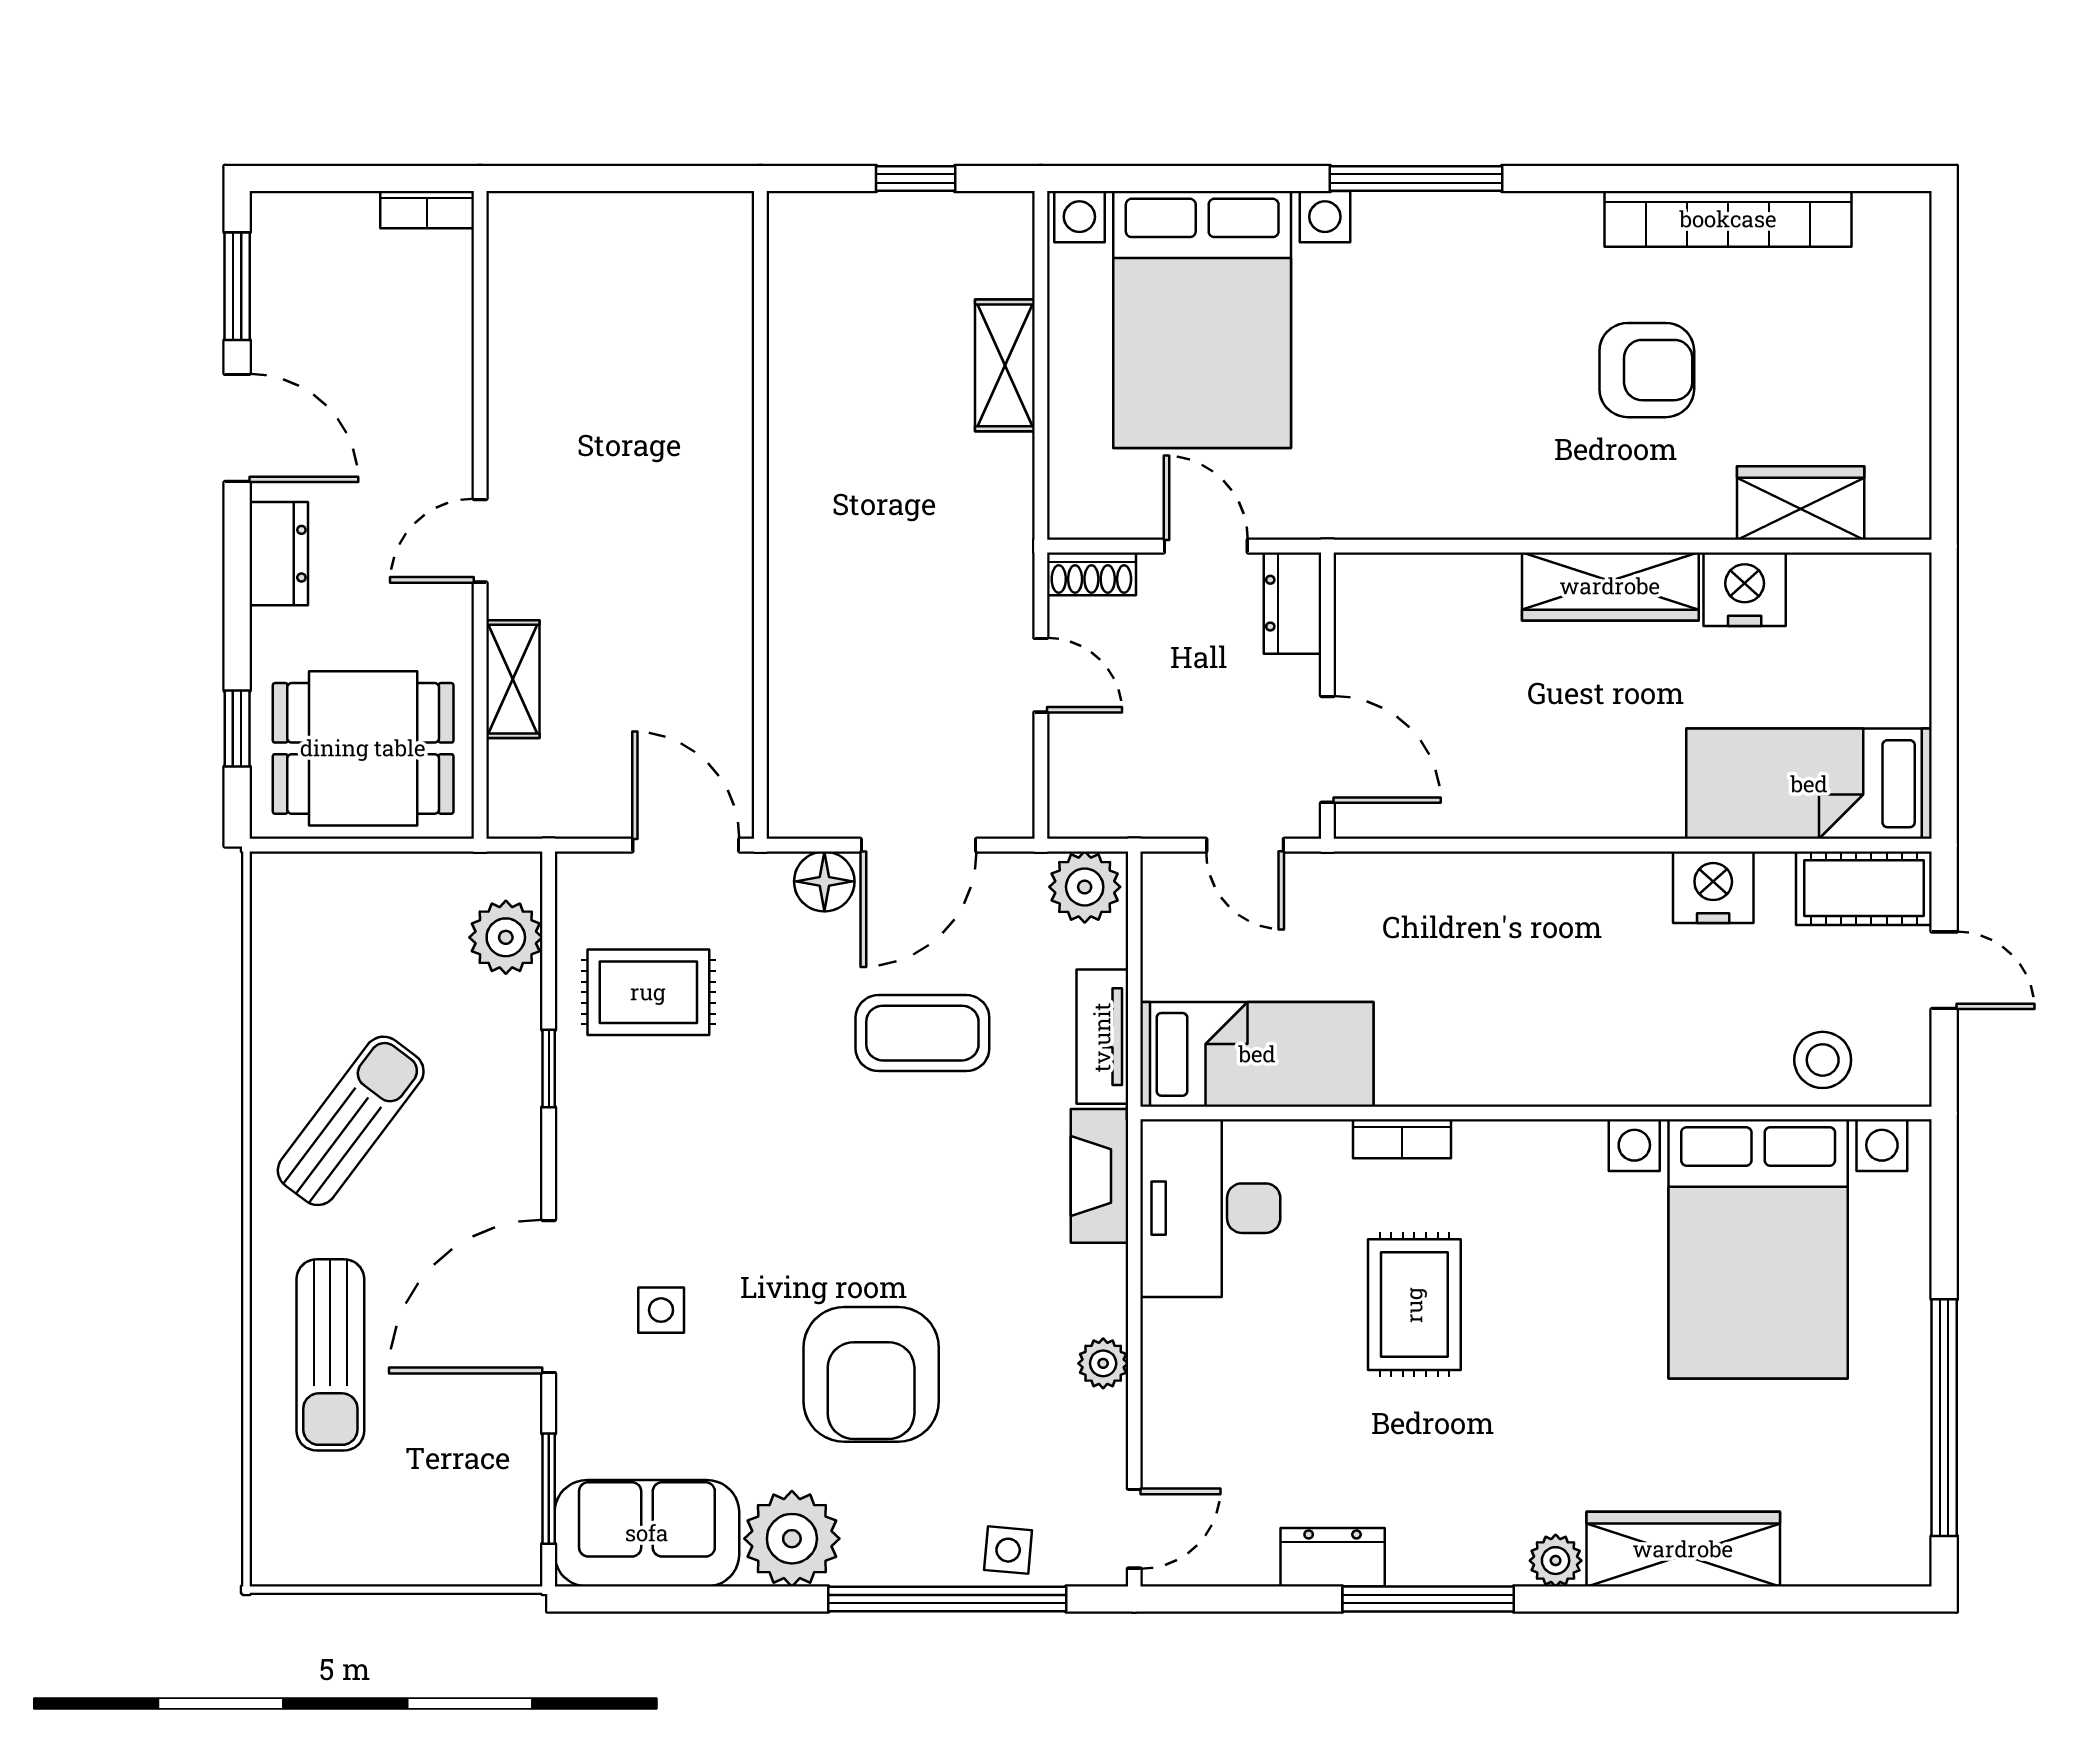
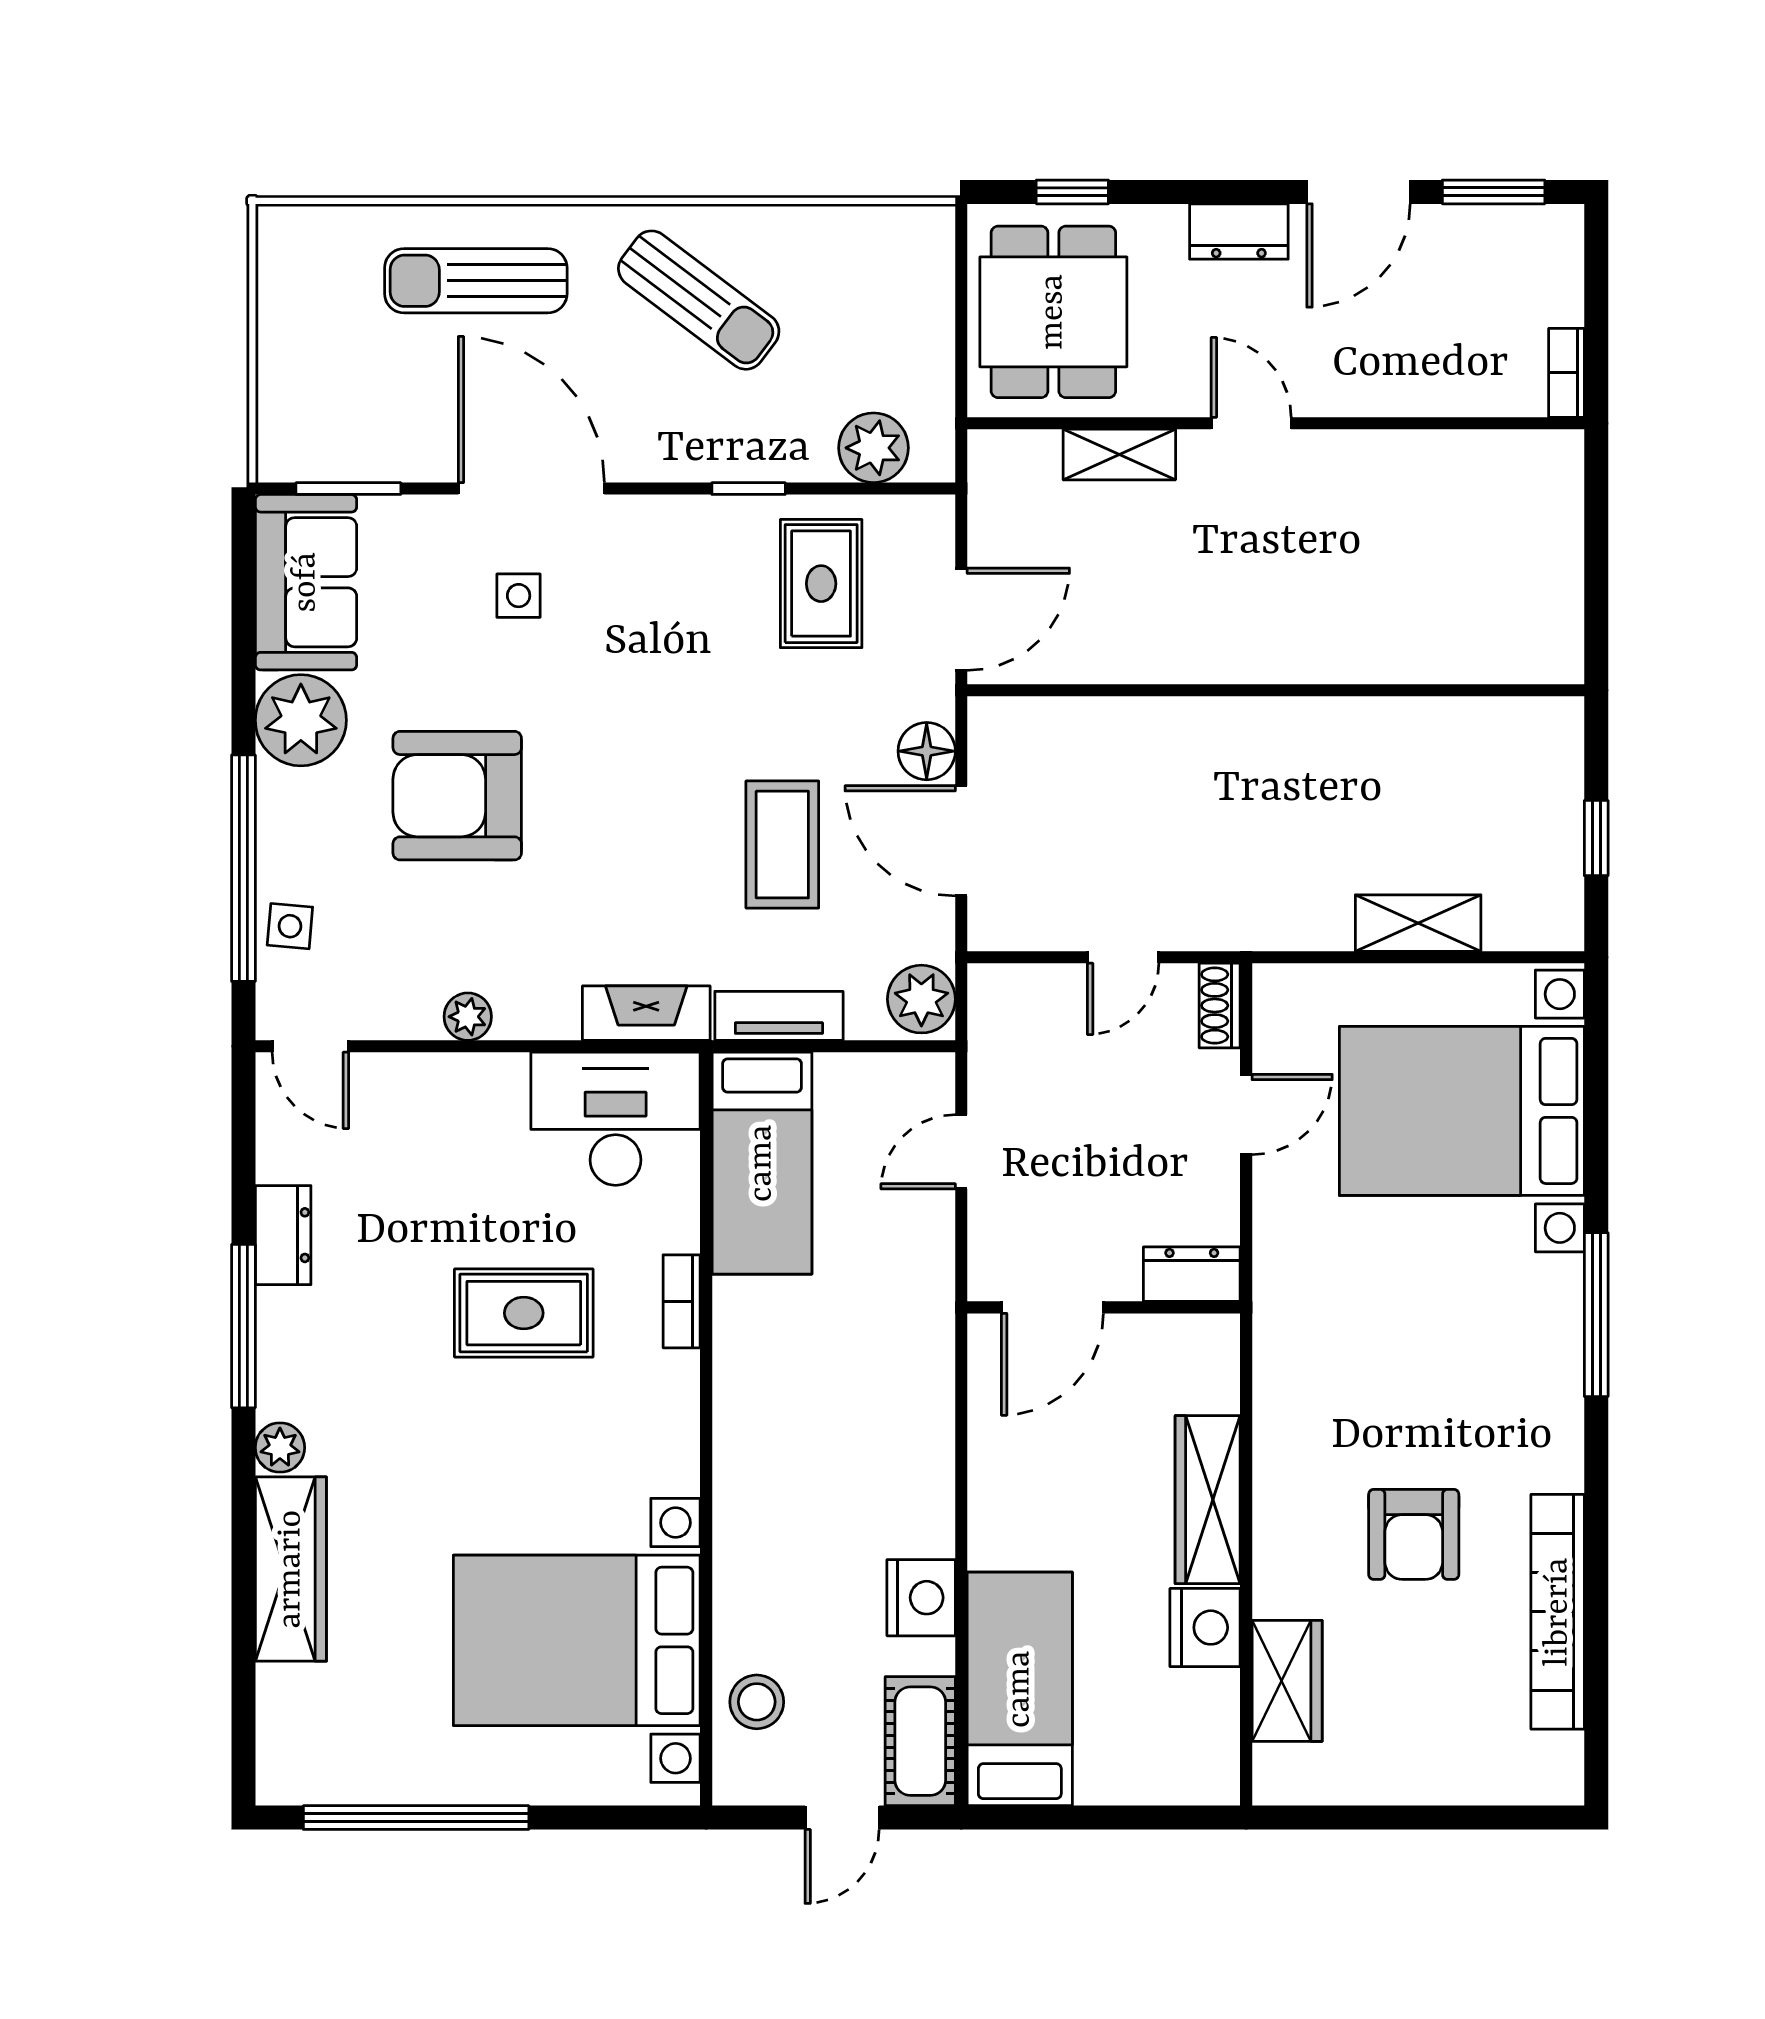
dresser: (1293, 603) -> (1192, 1274), moved
wall: (1327, 696) -> (1104, 1307), moved
door: (1327, 749) -> (1052, 1307), moved

